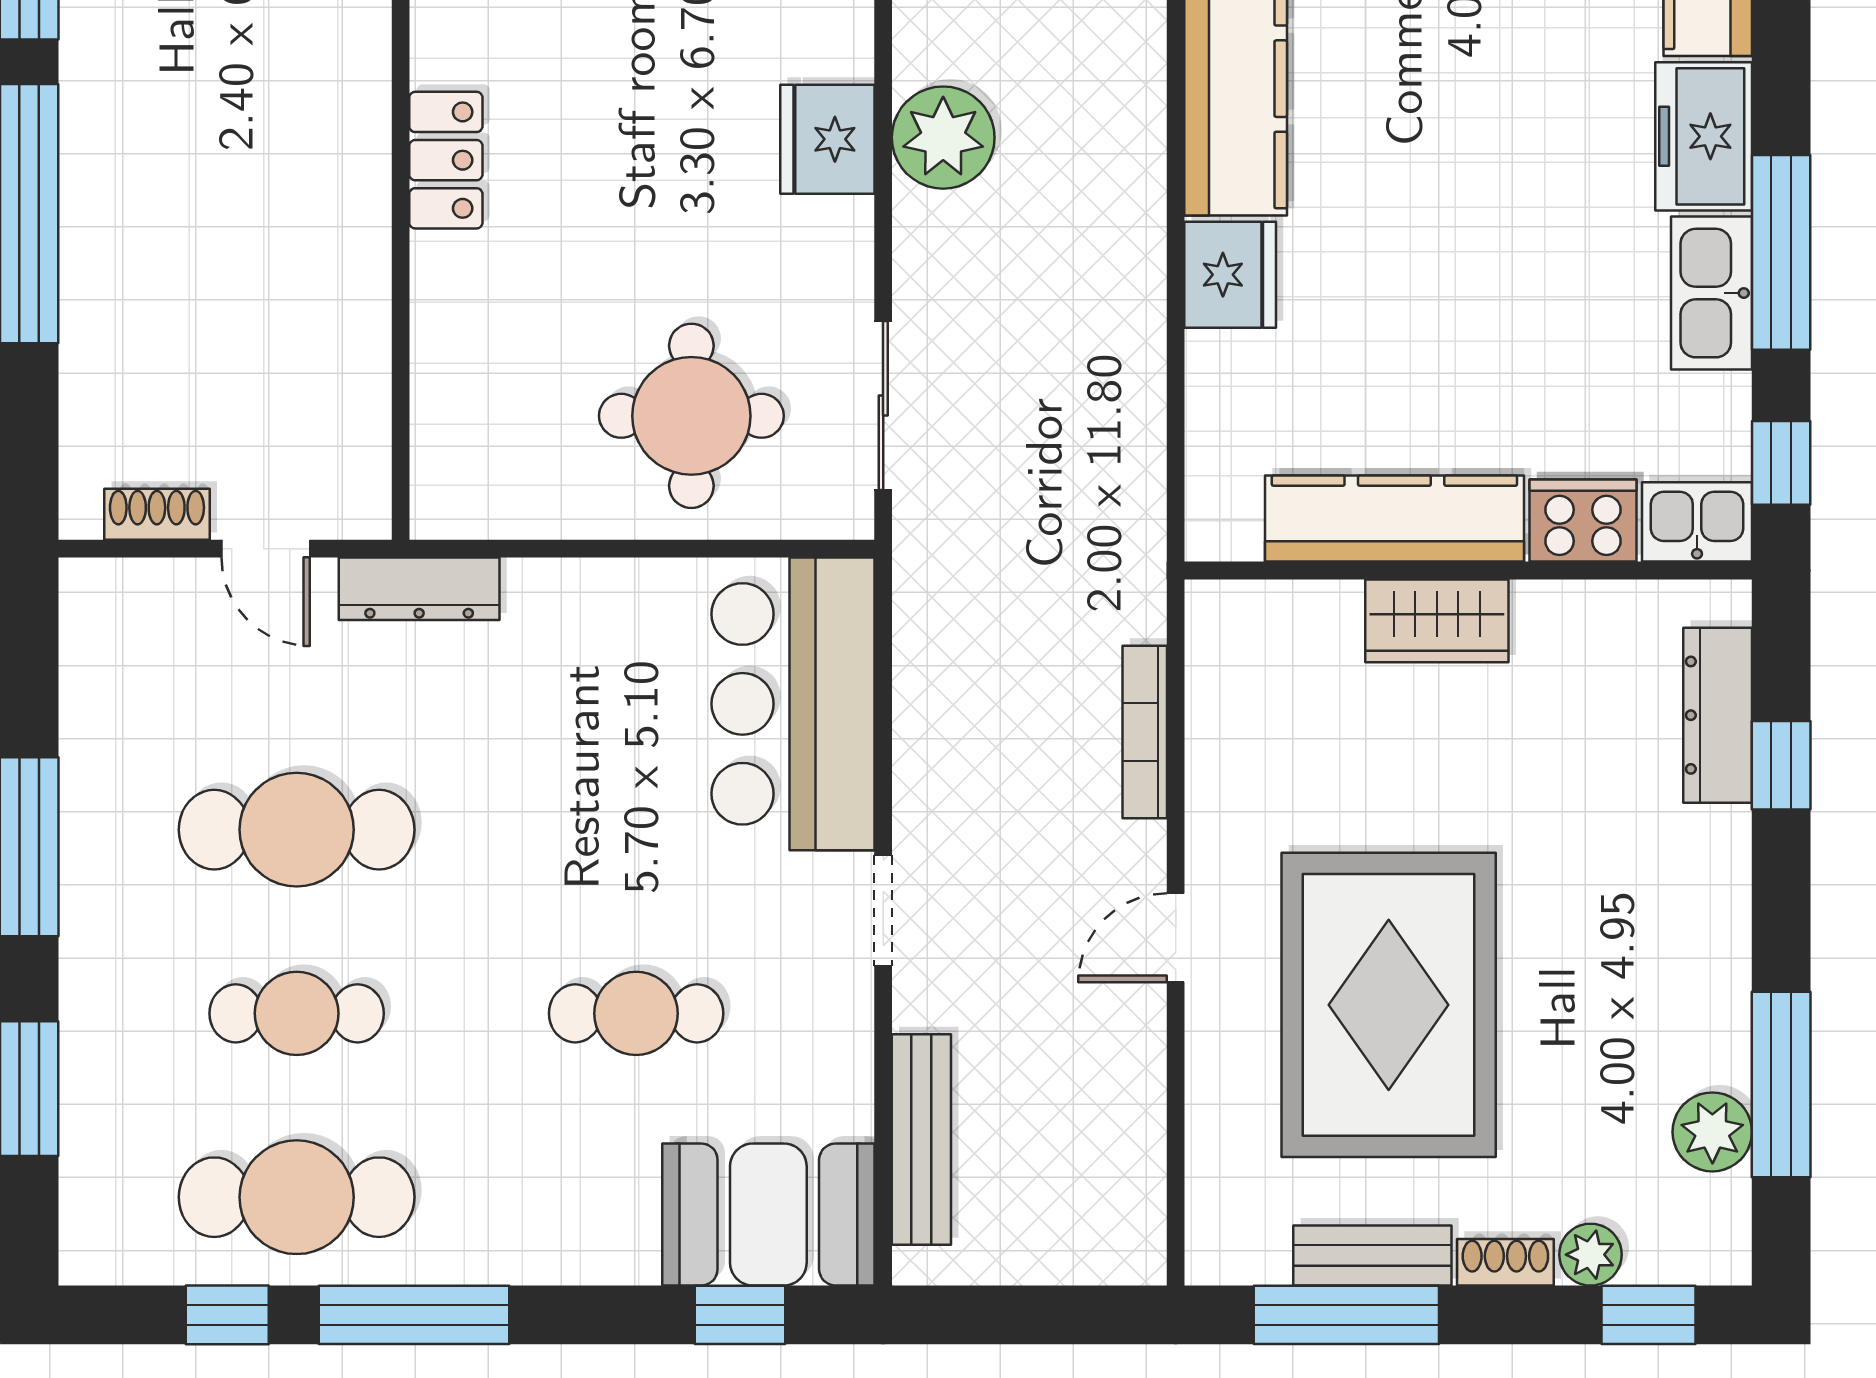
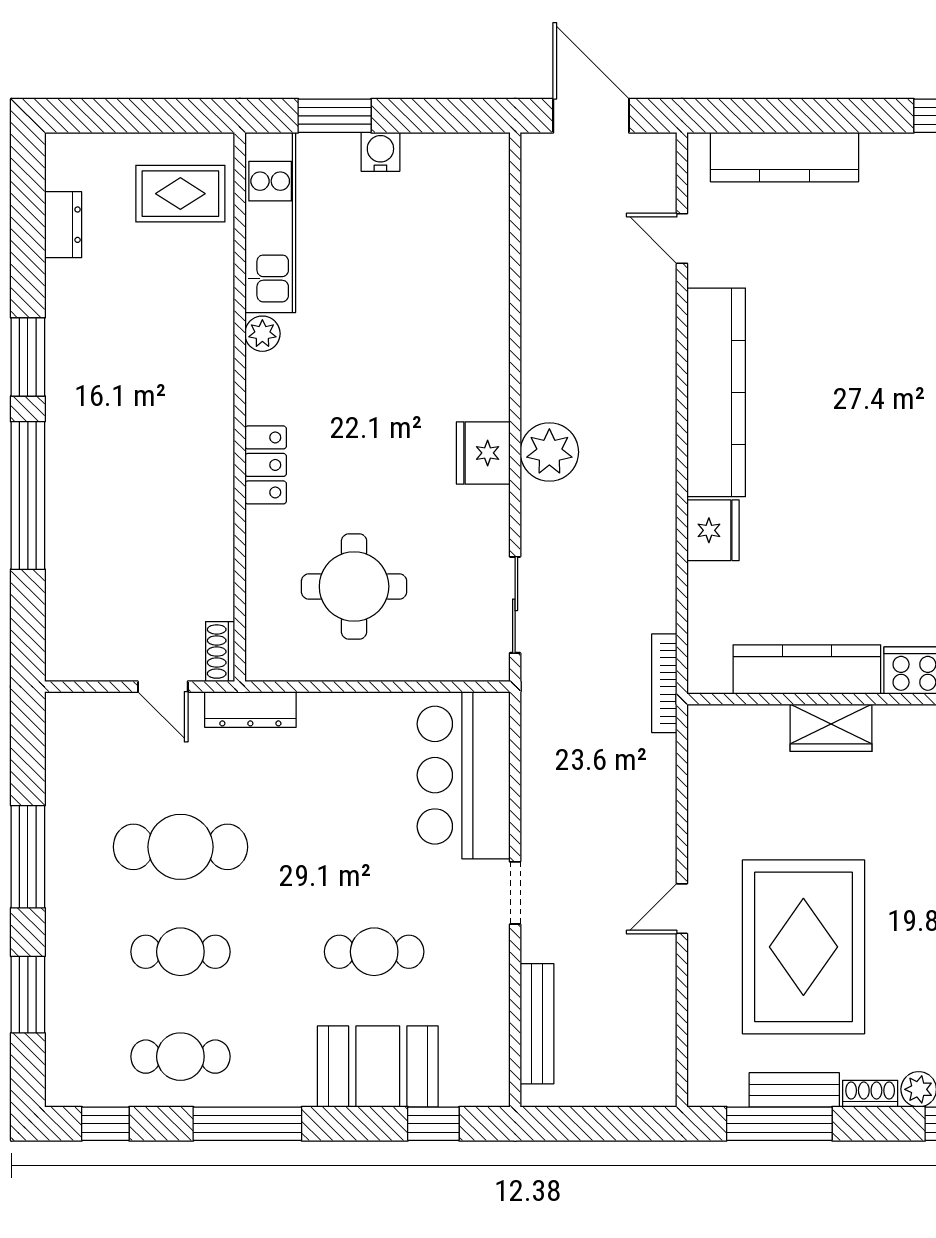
round table: (691, 416) -> (354, 586), moved
shoe rack: (157, 514) -> (220, 652), moved, turned -90
bookcase: (1145, 732) -> (664, 683), moved
cafe table: (297, 1197) -> (180, 1057), width x0.73, depth x0.74
booth: (768, 1215) -> (378, 1066), moved
window: (227, 1315) -> (105, 1124), moved

